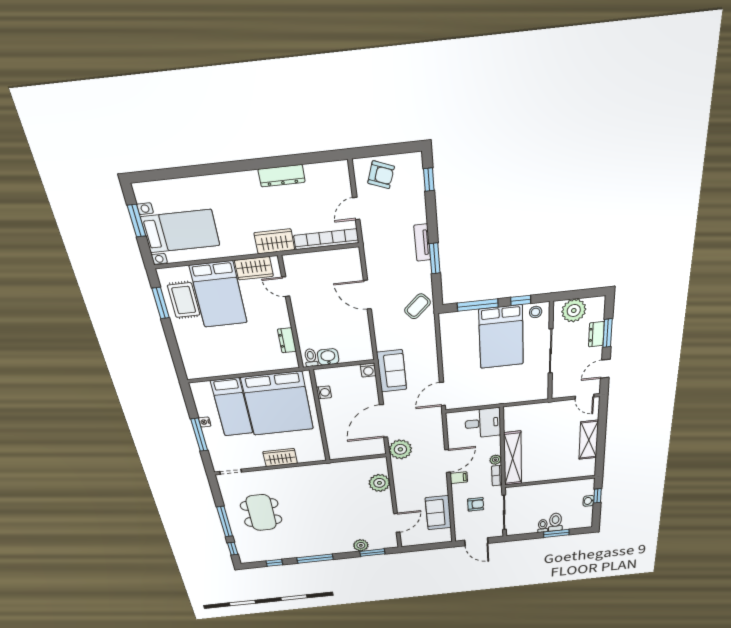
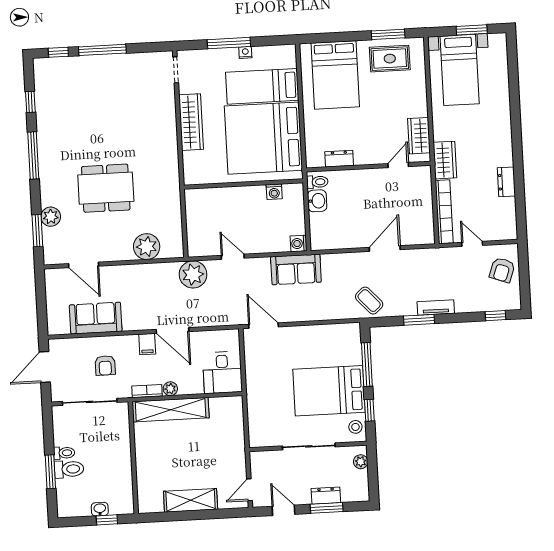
dresser: (282, 176) -> (506, 182), width x0.70
bed: (218, 294) -> (335, 75), moved, turned -90
plant: (574, 310) -> (361, 462), width x0.53, depth x0.53
door: (384, 421) -> (233, 257), width x0.53
wardrobe: (280, 457) -> (191, 122), width x1.50
dining table: (261, 513) -> (106, 188), moved

